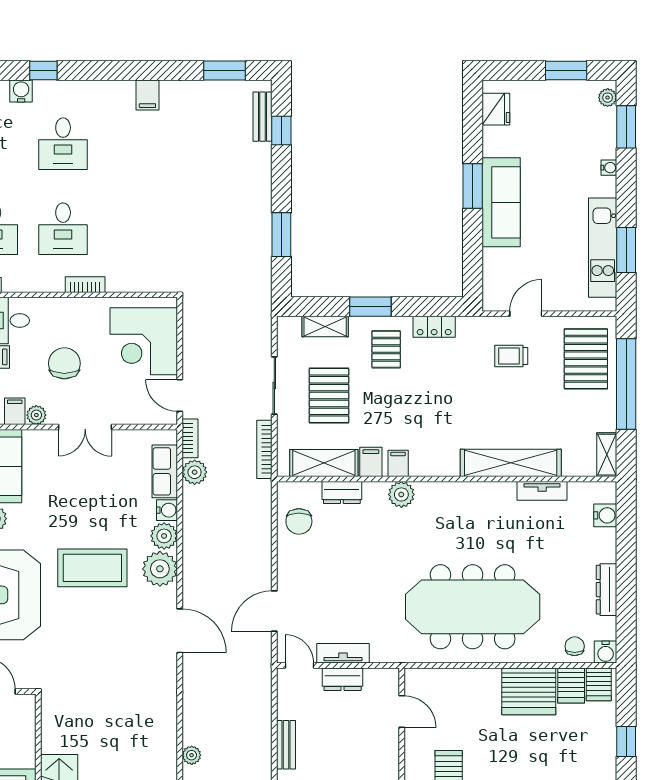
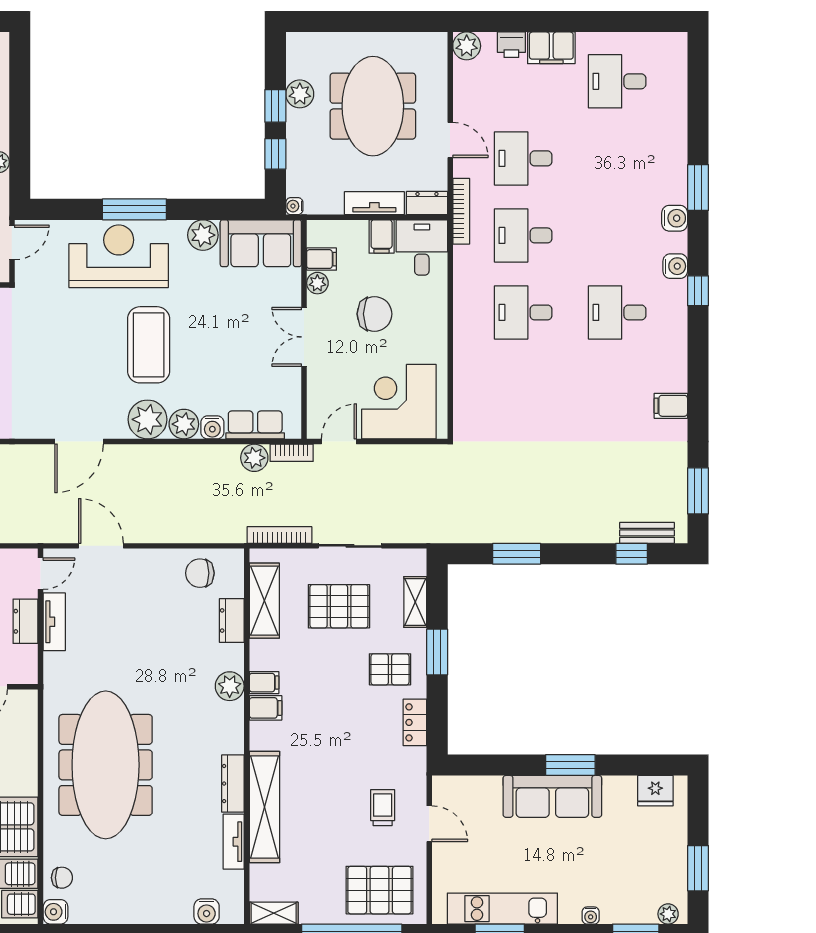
bookcase: (85, 285) -> (461, 337), removed
filing cabinet: (371, 462) -> (266, 708), moved
dresser: (607, 590) -> (233, 784), moved, turned -90

